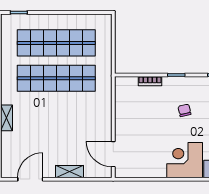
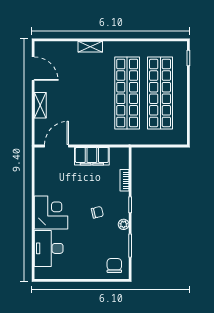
plant: (197, 82) -> (124, 224), added
filing cabinet: (124, 116) -> (92, 156), added

